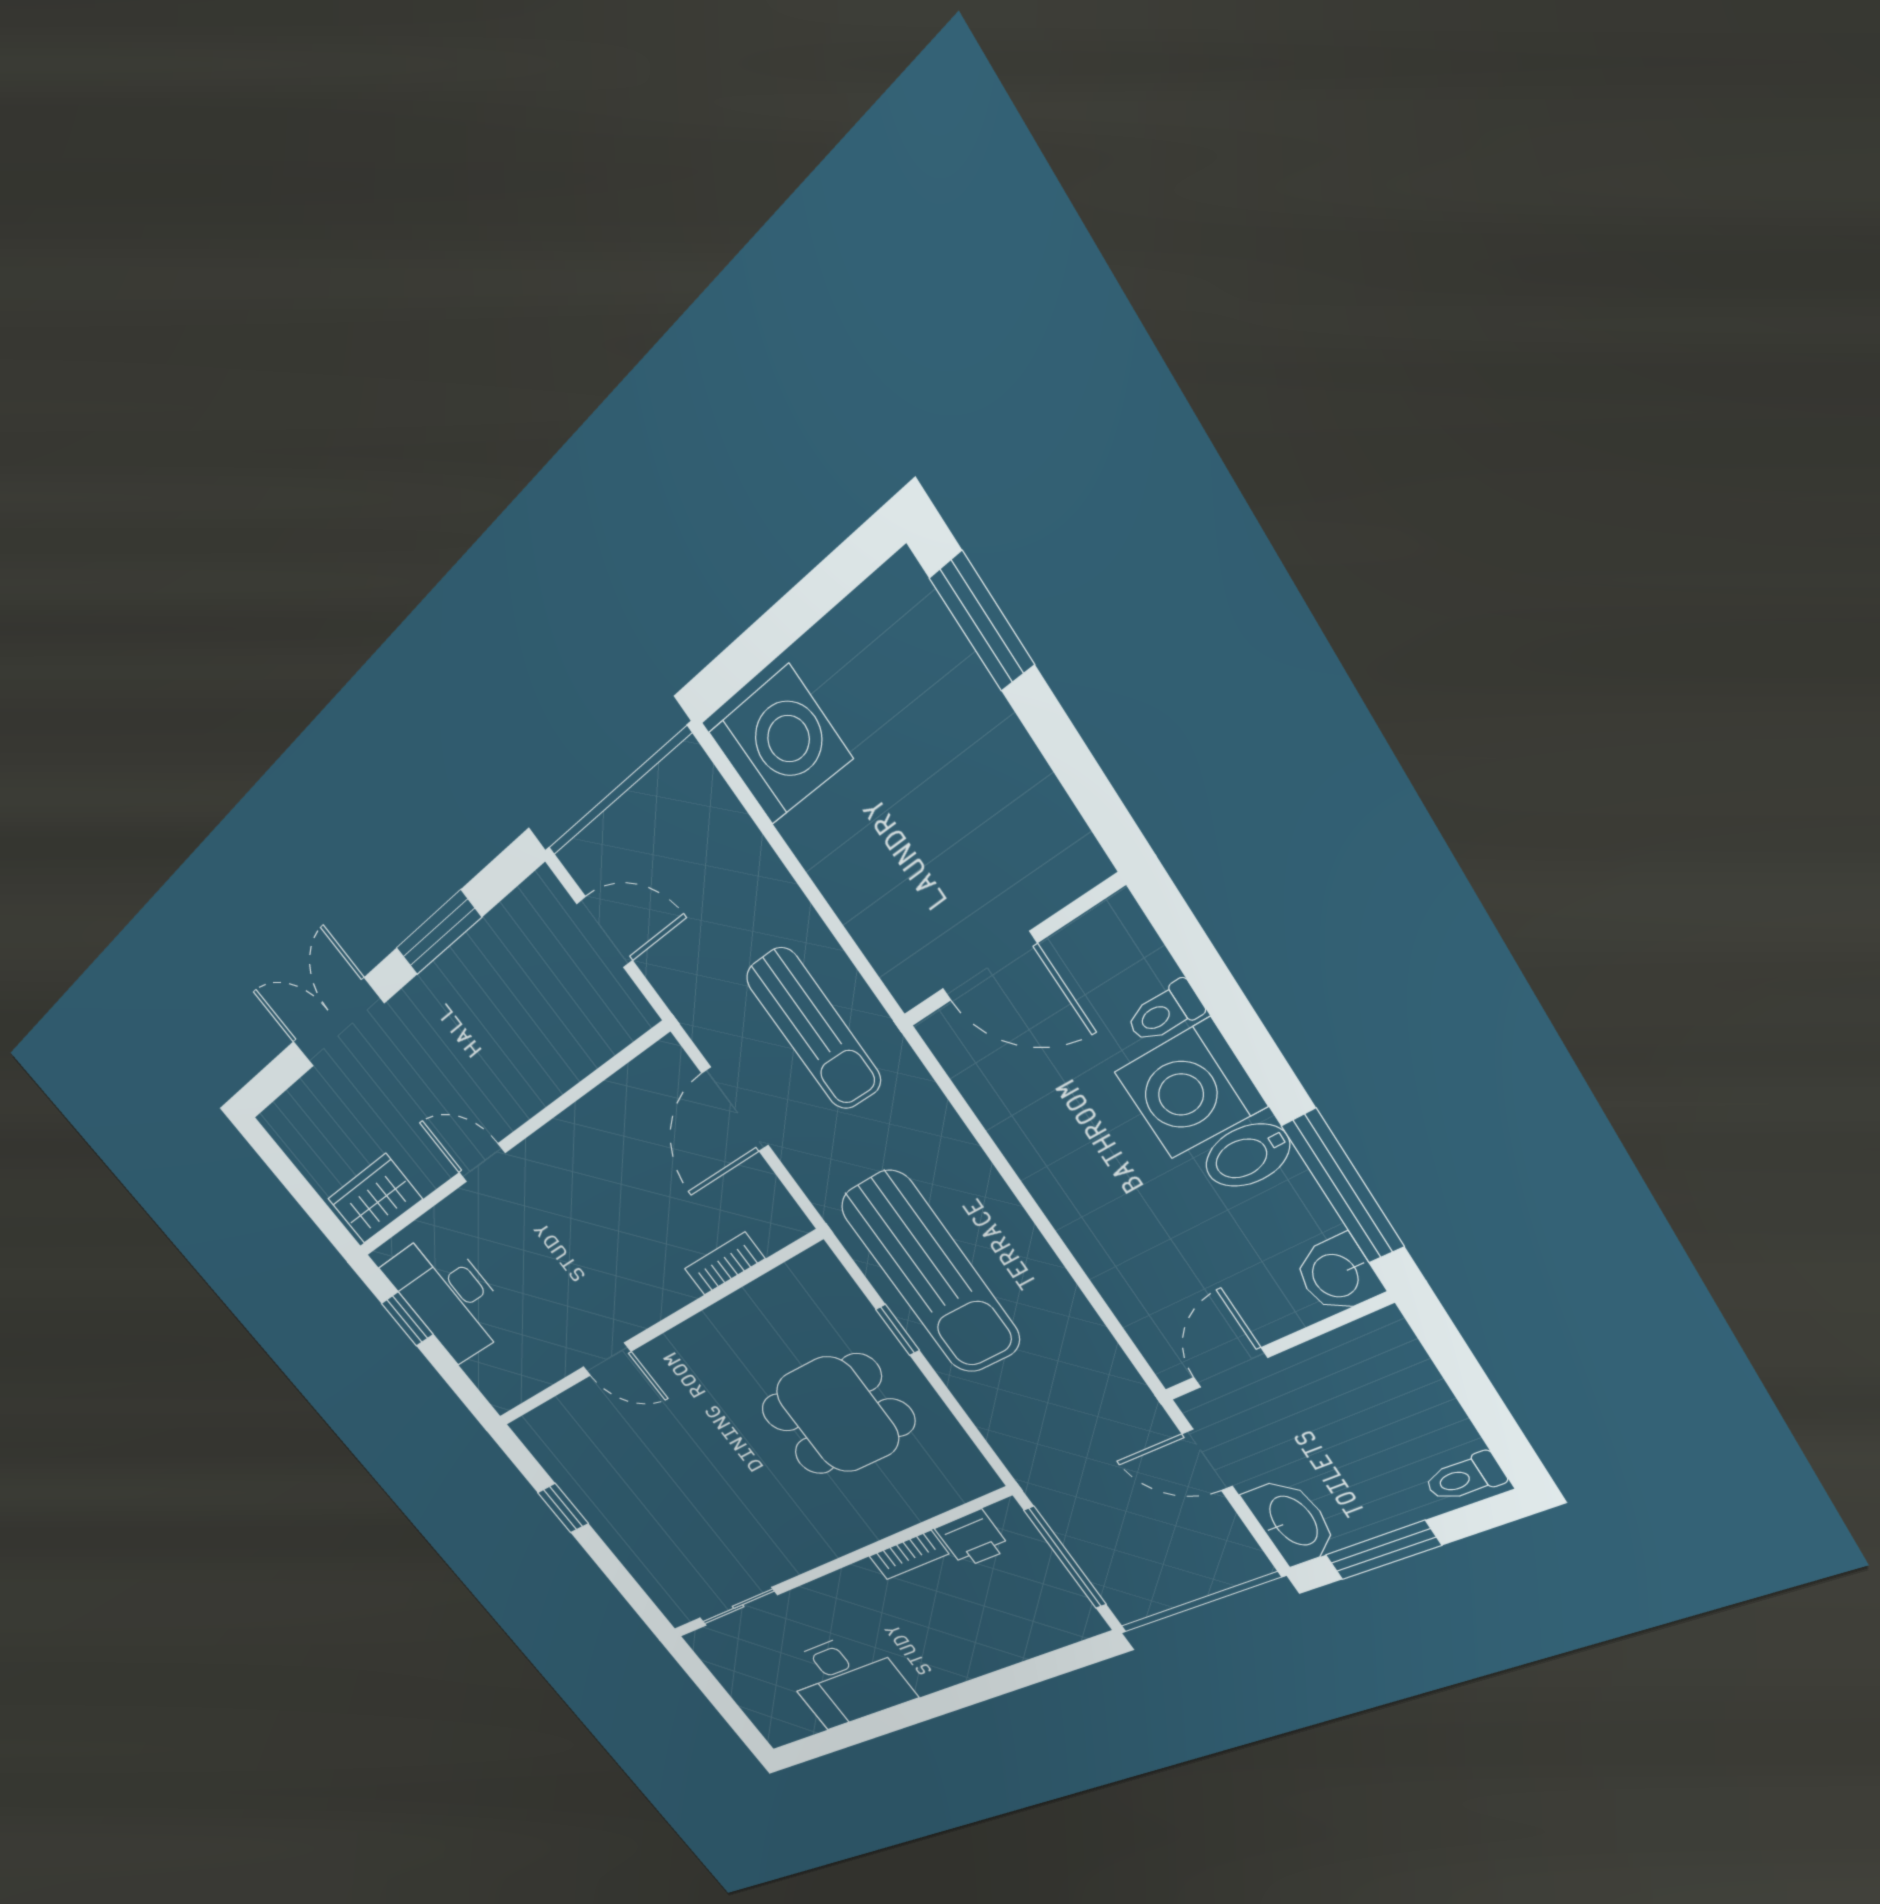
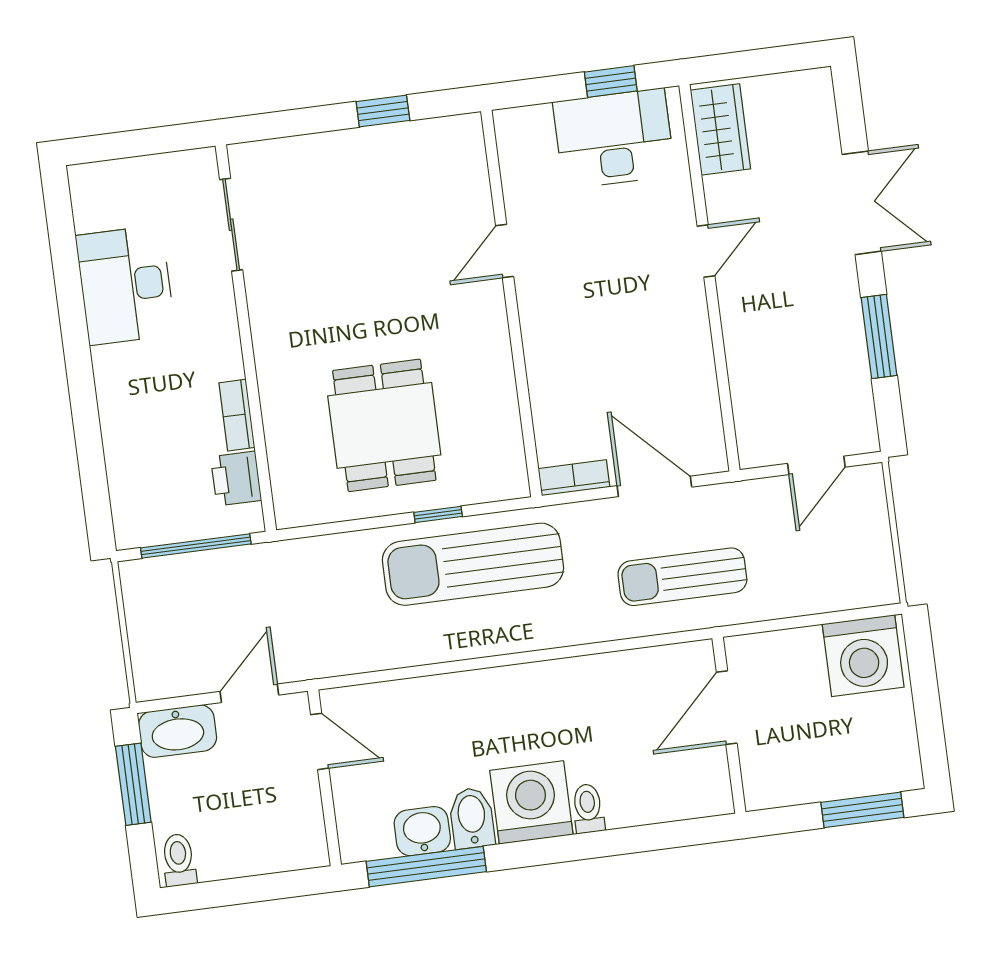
wall: (1010, 952) -> (729, 725), moved
door: (989, 966) -> (727, 708), moved
bookcase: (725, 1264) -> (574, 478), moved, turned -90
washbasin: (1337, 1275) -> (422, 831), moved

